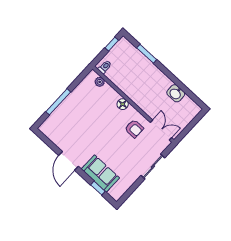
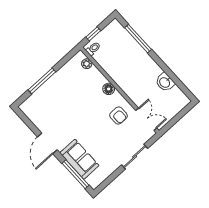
window: (112, 44) -> (93, 34), moved
window: (147, 54) -> (138, 39), width x1.44
window: (98, 188) -> (76, 174), width x2.17

